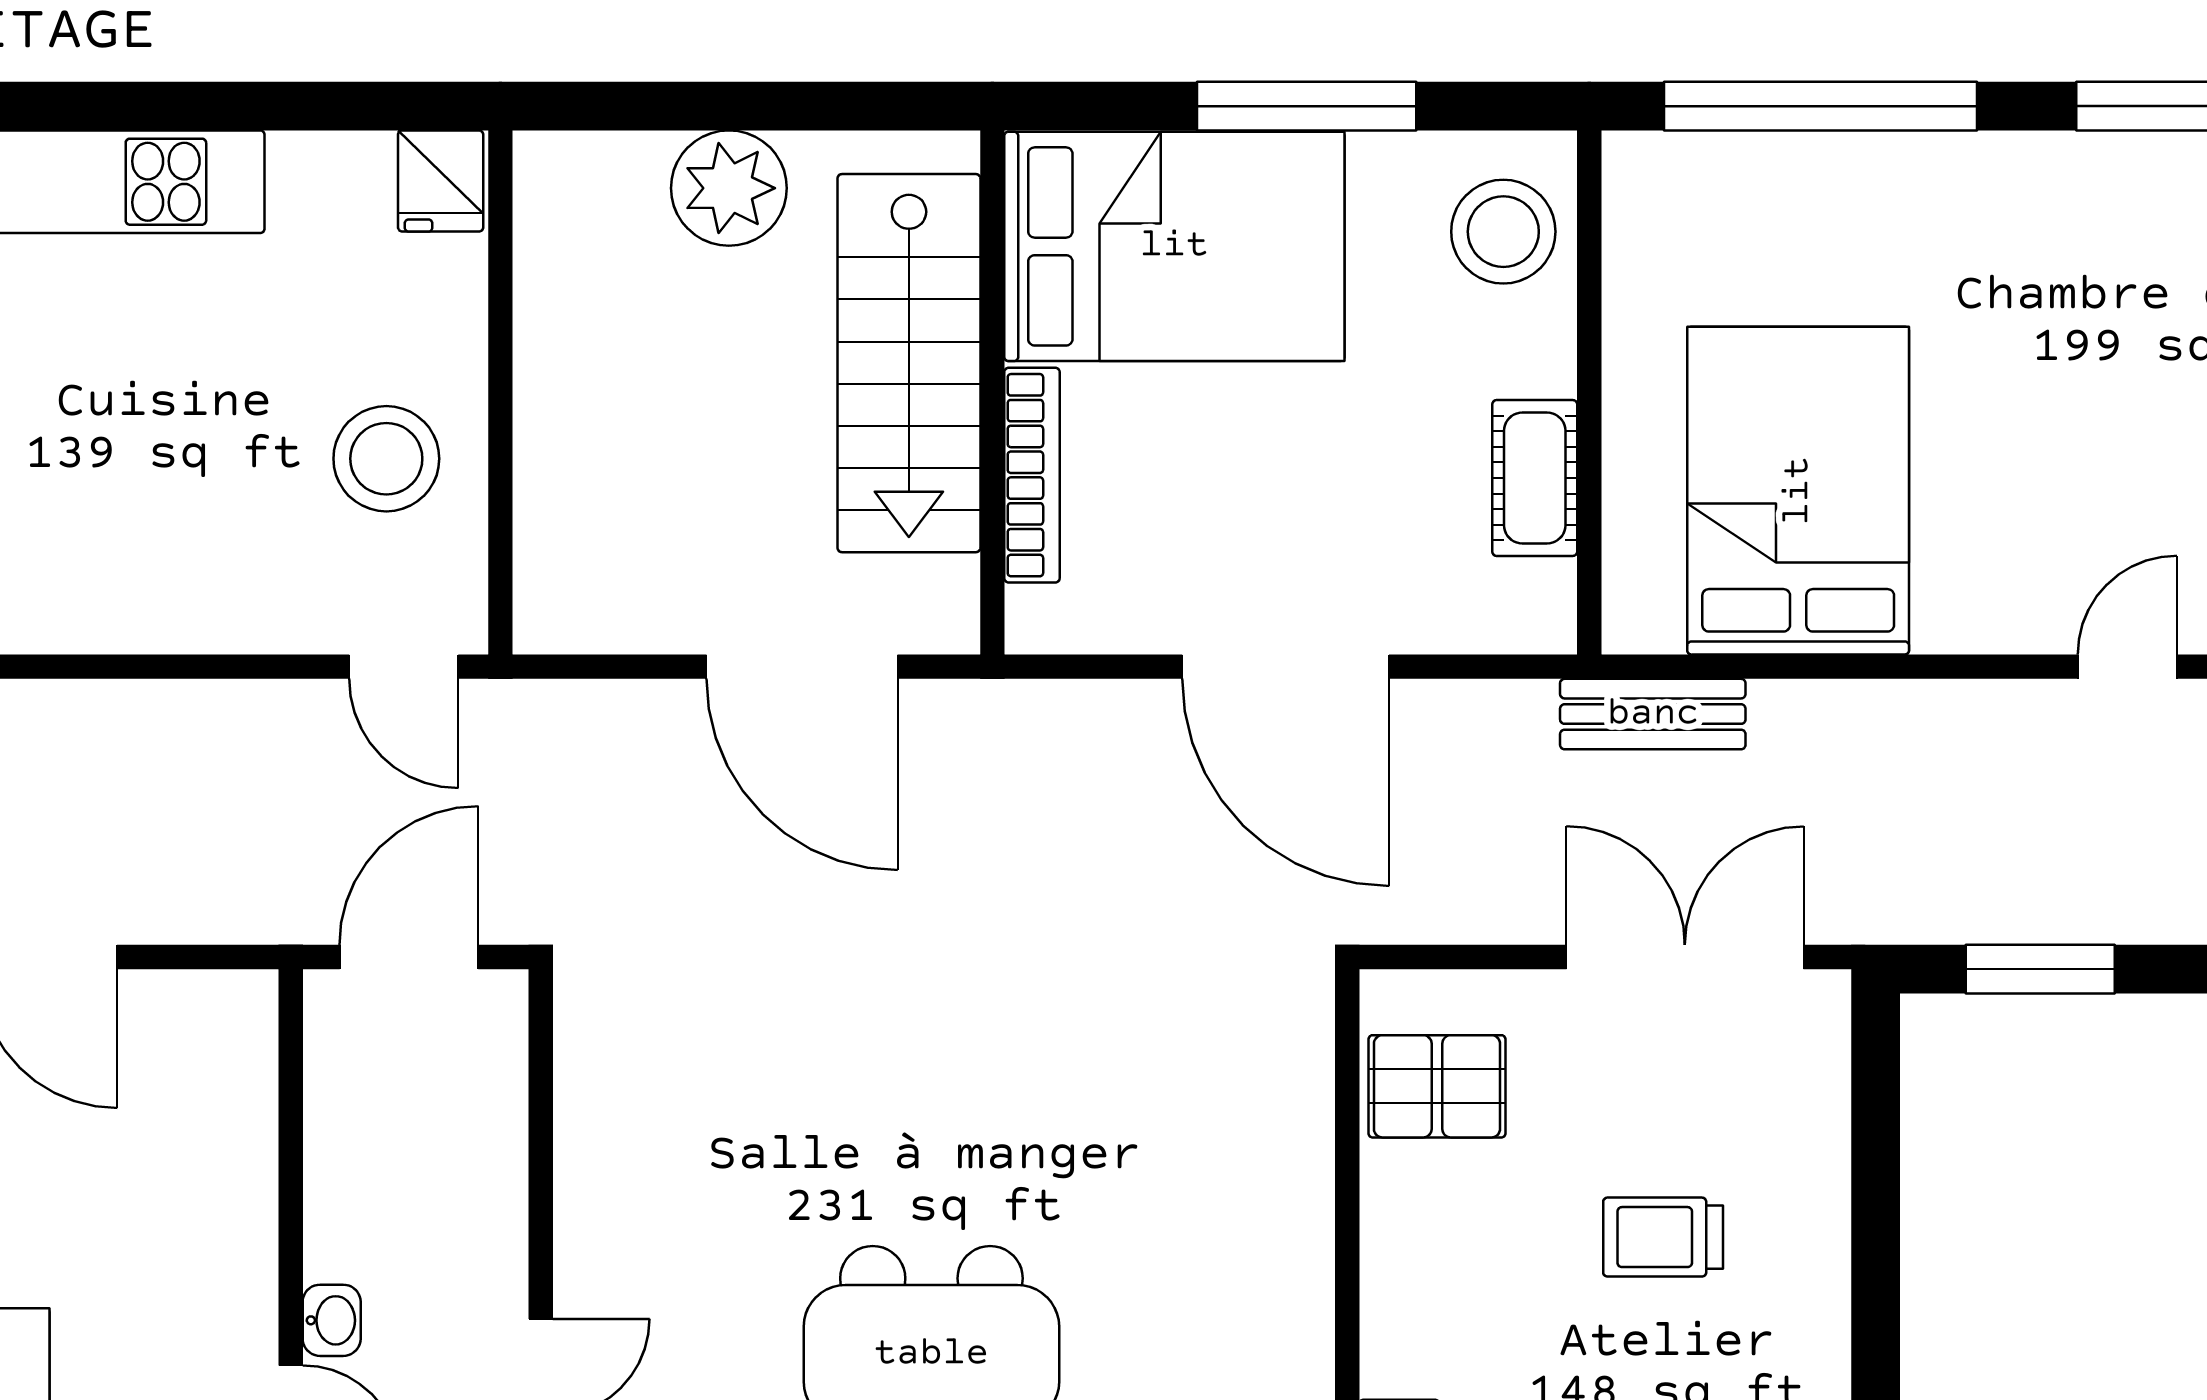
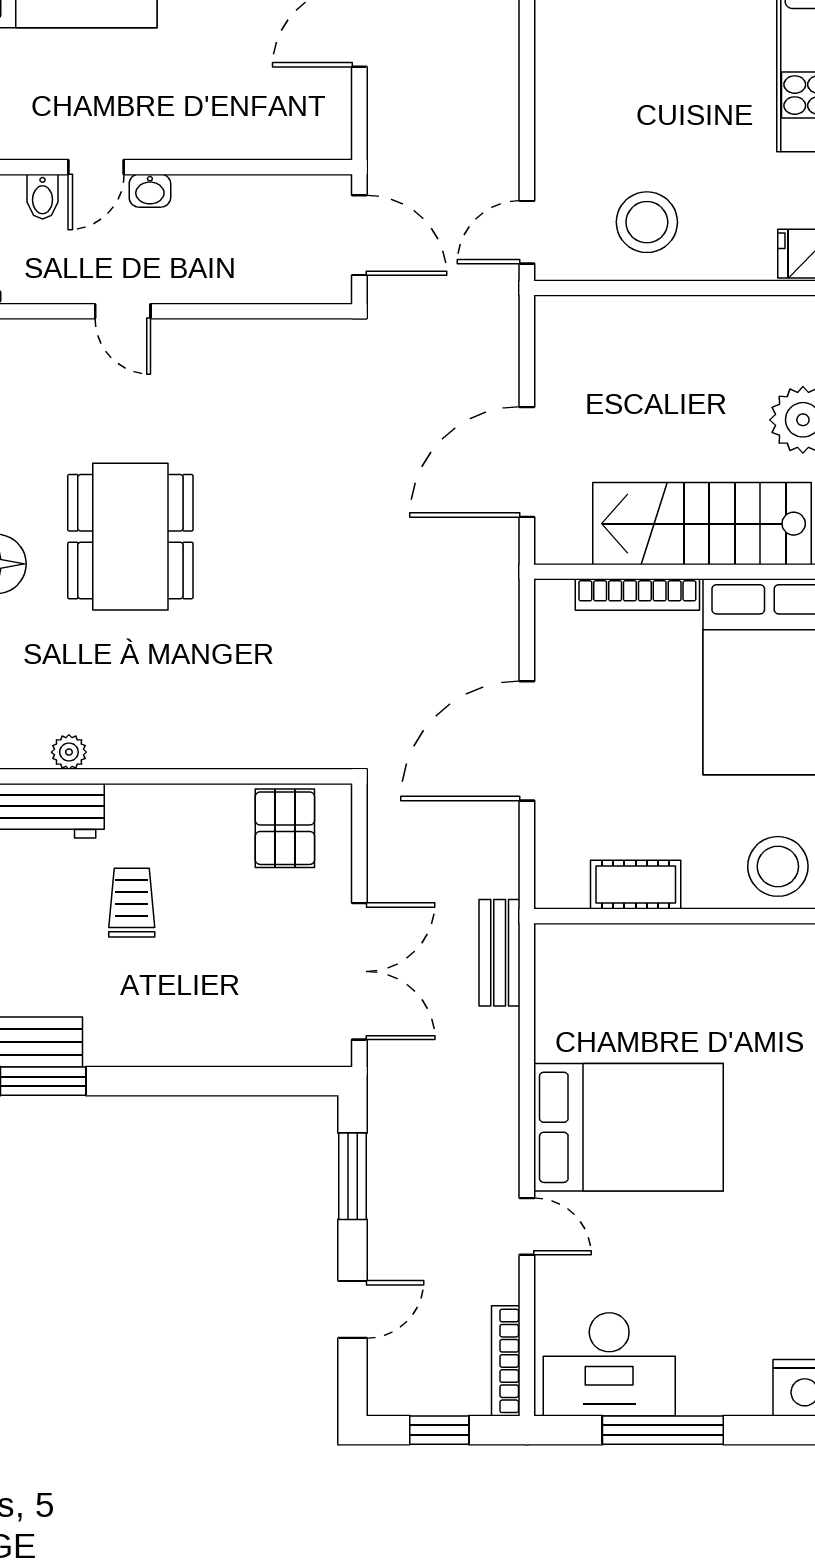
bed: (1798, 491) -> (629, 1127), moved
trolley: (1663, 1237) -> (132, 903), moved

